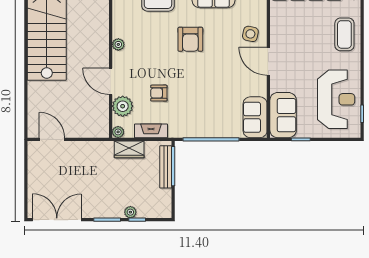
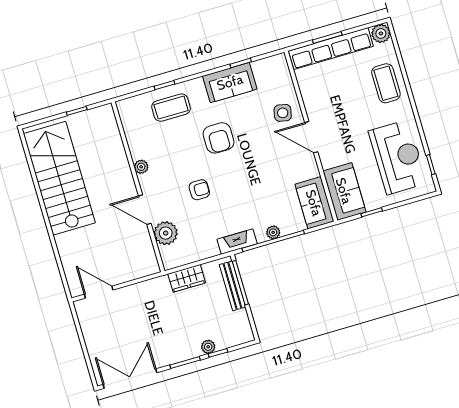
armchair: (159, 93) -> (199, 190), moved, turned 180
fireplace: (151, 131) -> (237, 242), moved
plant: (118, 132) -> (273, 232), moved

